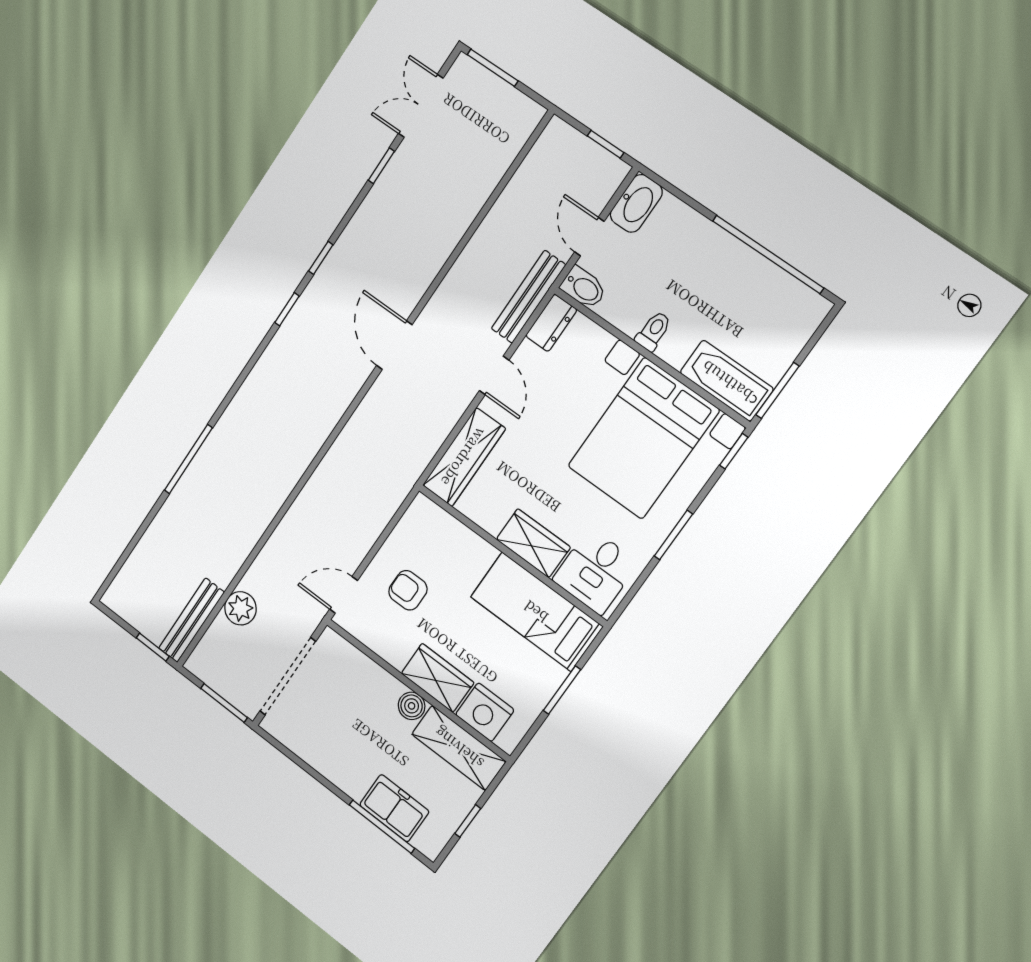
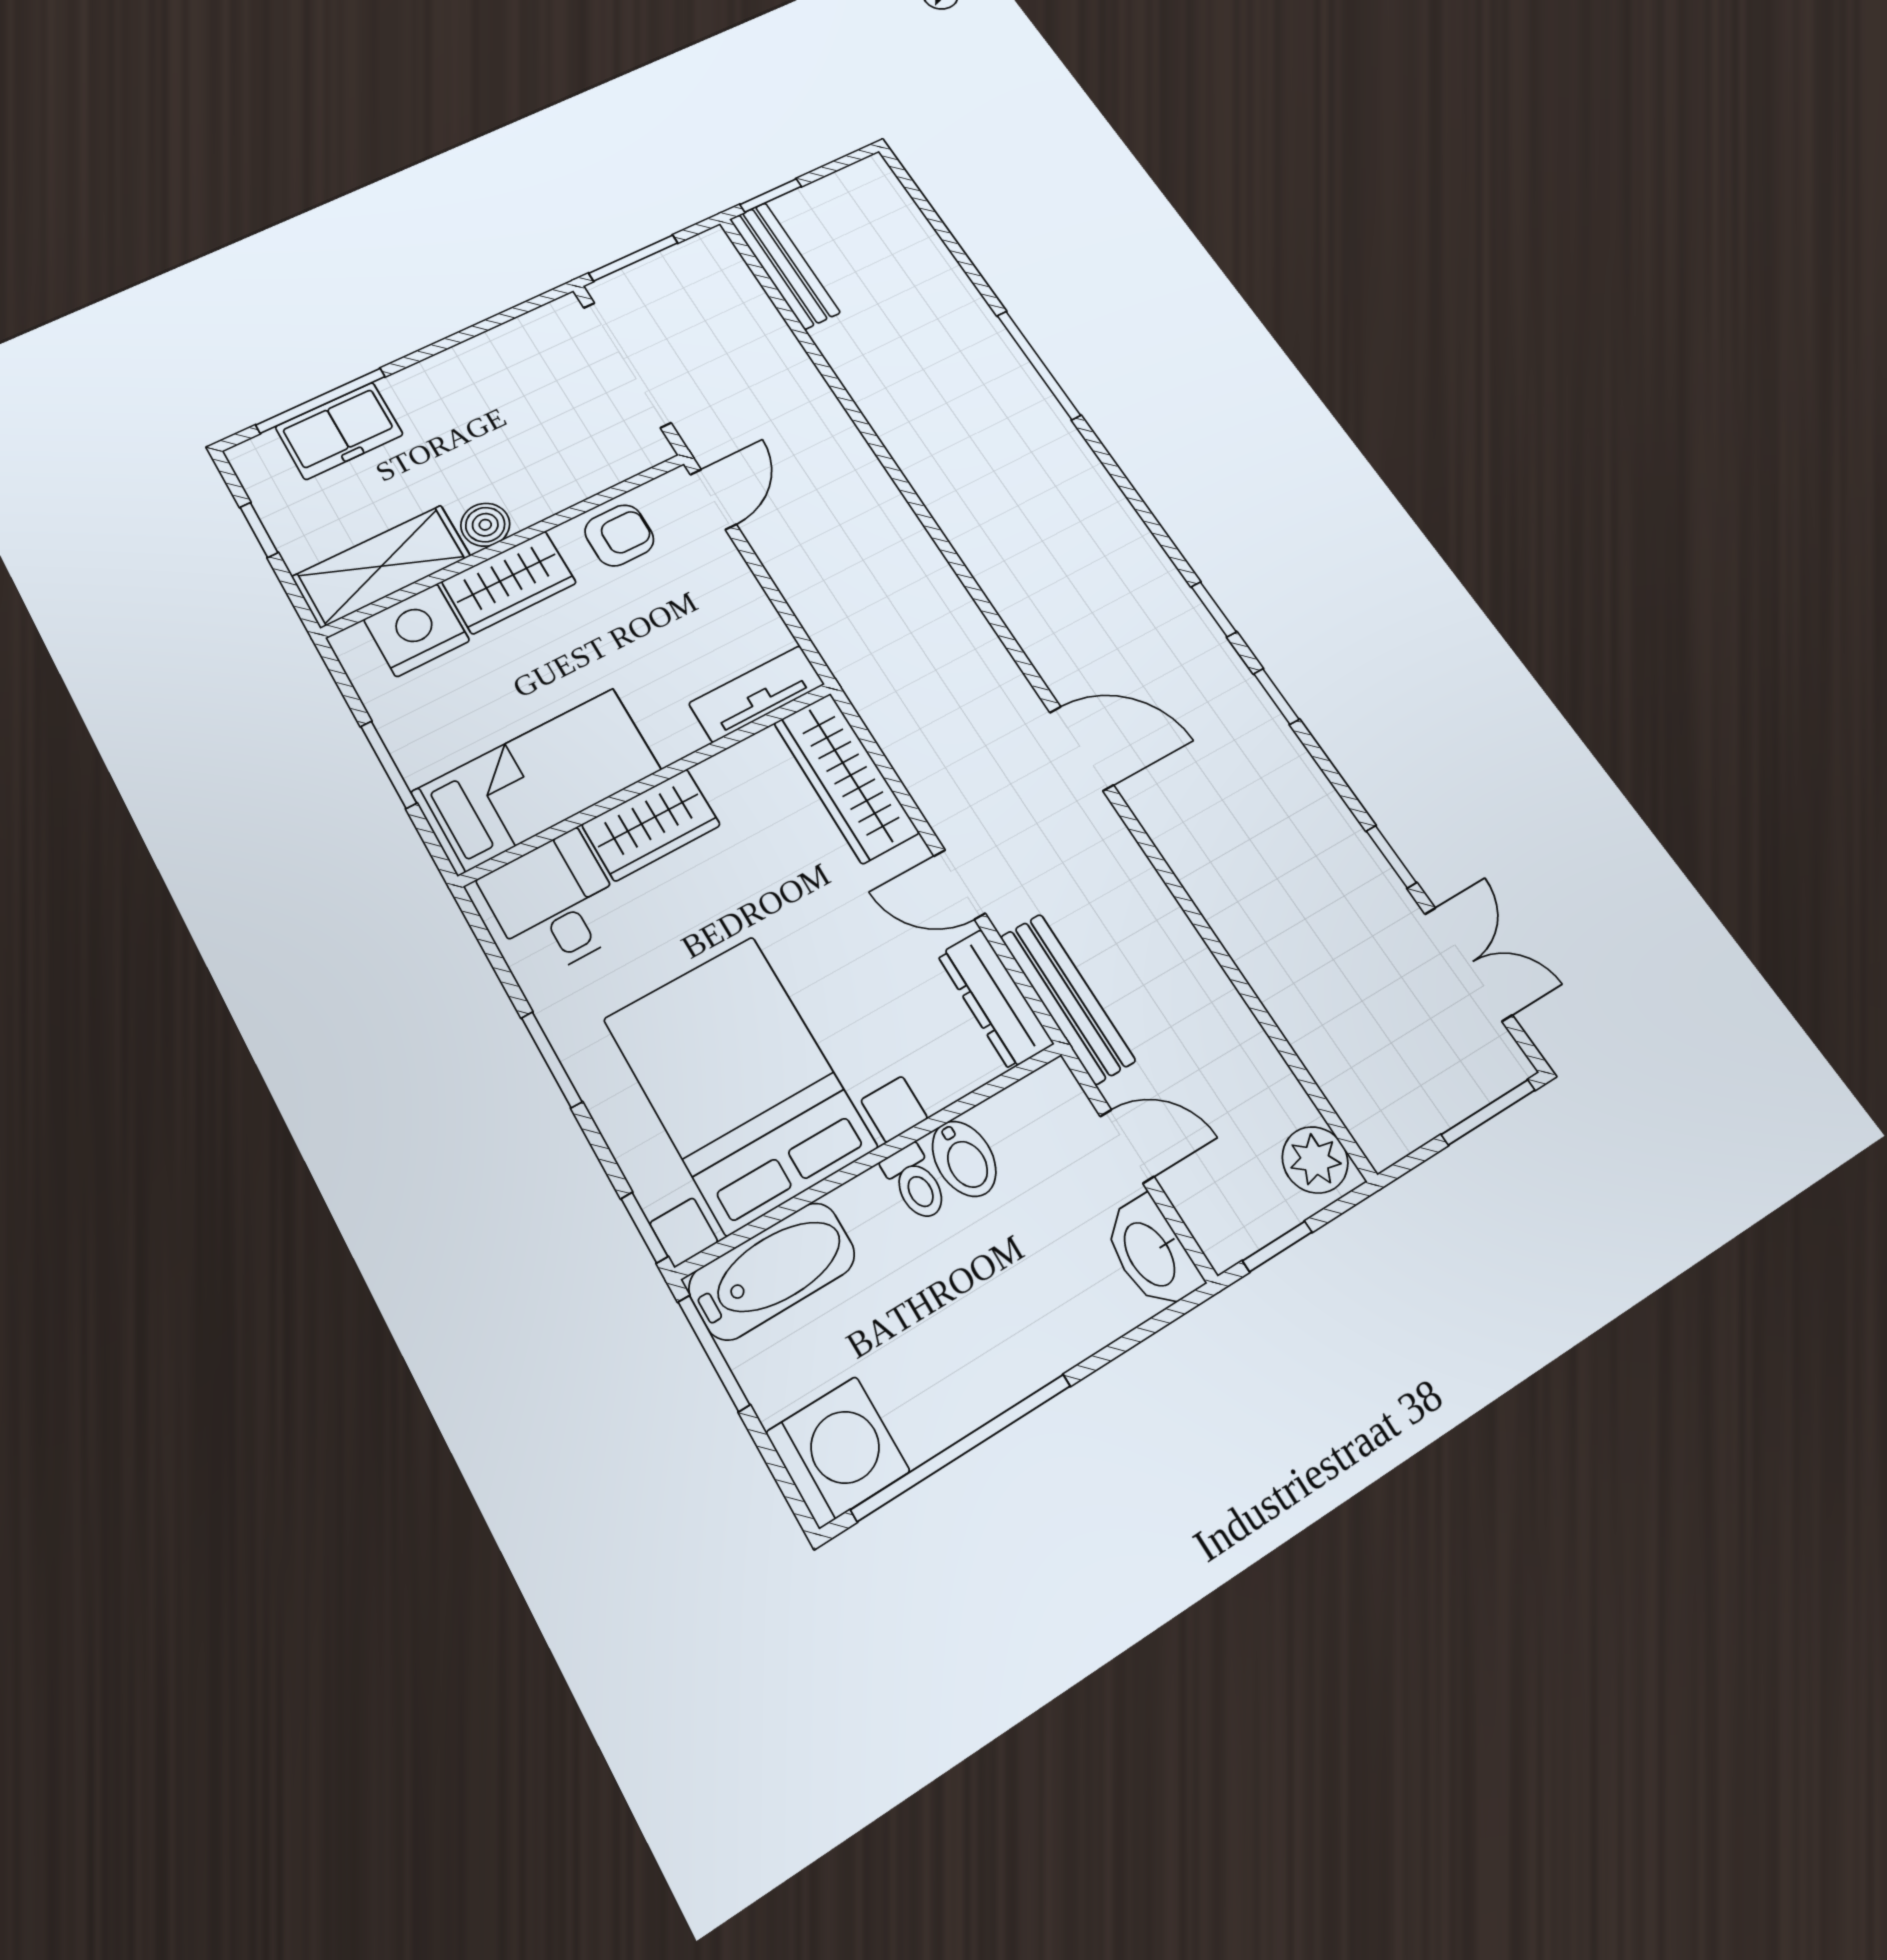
bidet: (583, 288) -> (964, 1159), moved, turned -90
washing machine: (796, 311) -> (838, 1452), added
dresser: (551, 323) -> (995, 999), width x1.44
tv unit: (440, 523) -> (757, 694), added
armchair: (408, 590) -> (619, 535), moved
plant: (240, 608) -> (1315, 1160), moved

